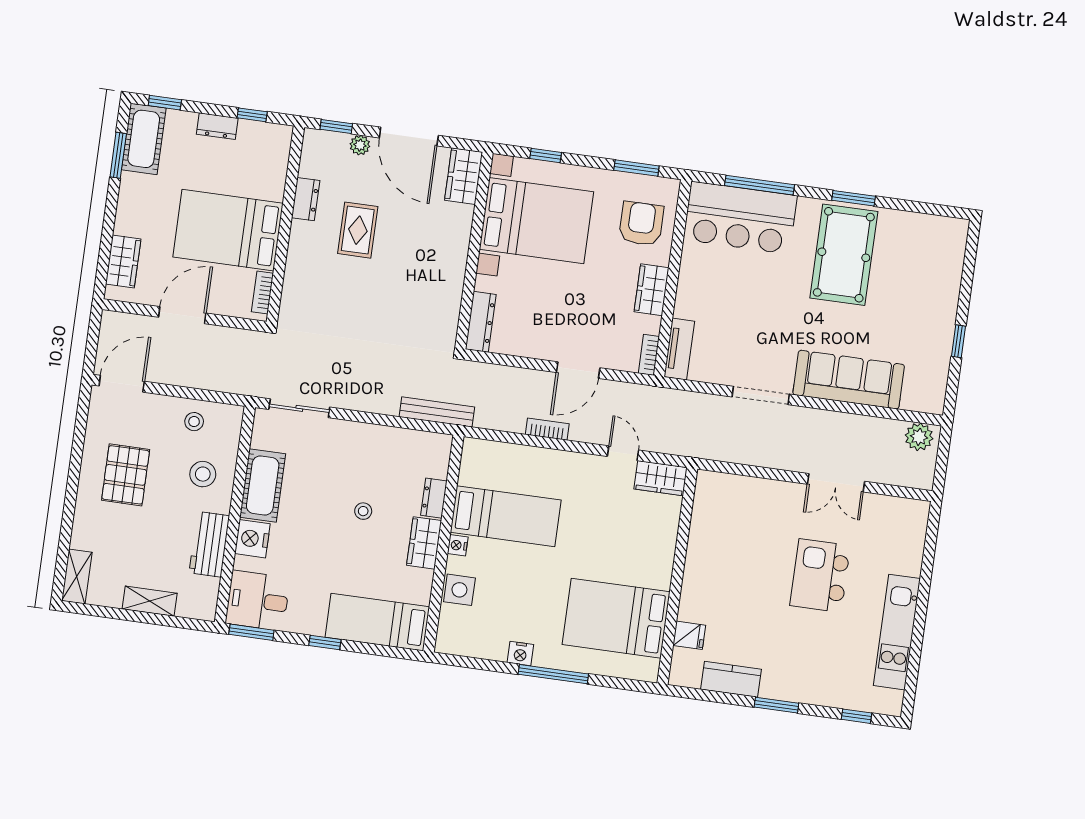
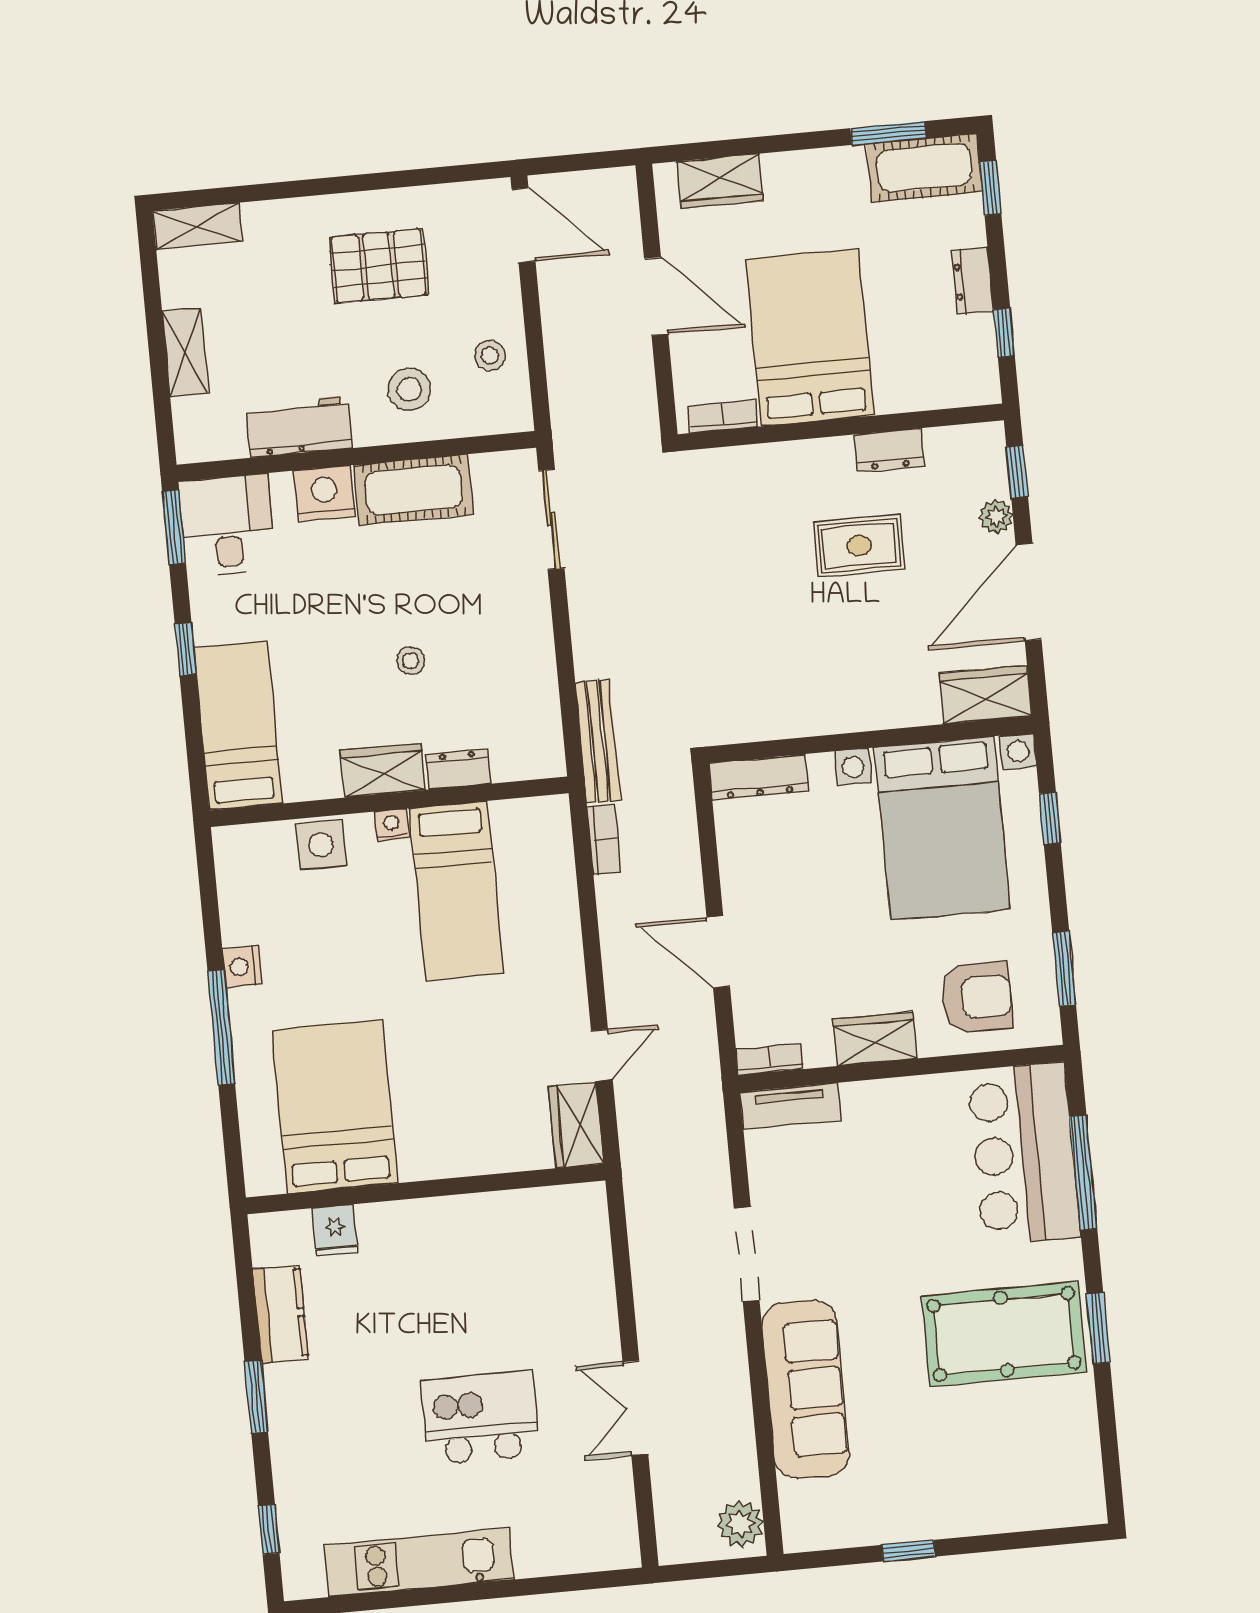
bookcase: (547, 429) -> (604, 839), moved

